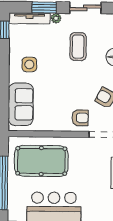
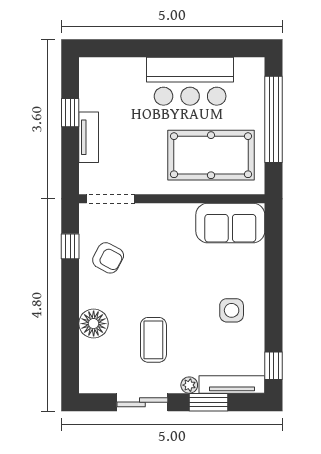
sofa: (21, 104) -> (230, 223), moved, turned -90
armchair: (80, 118) -> (149, 225), removed

